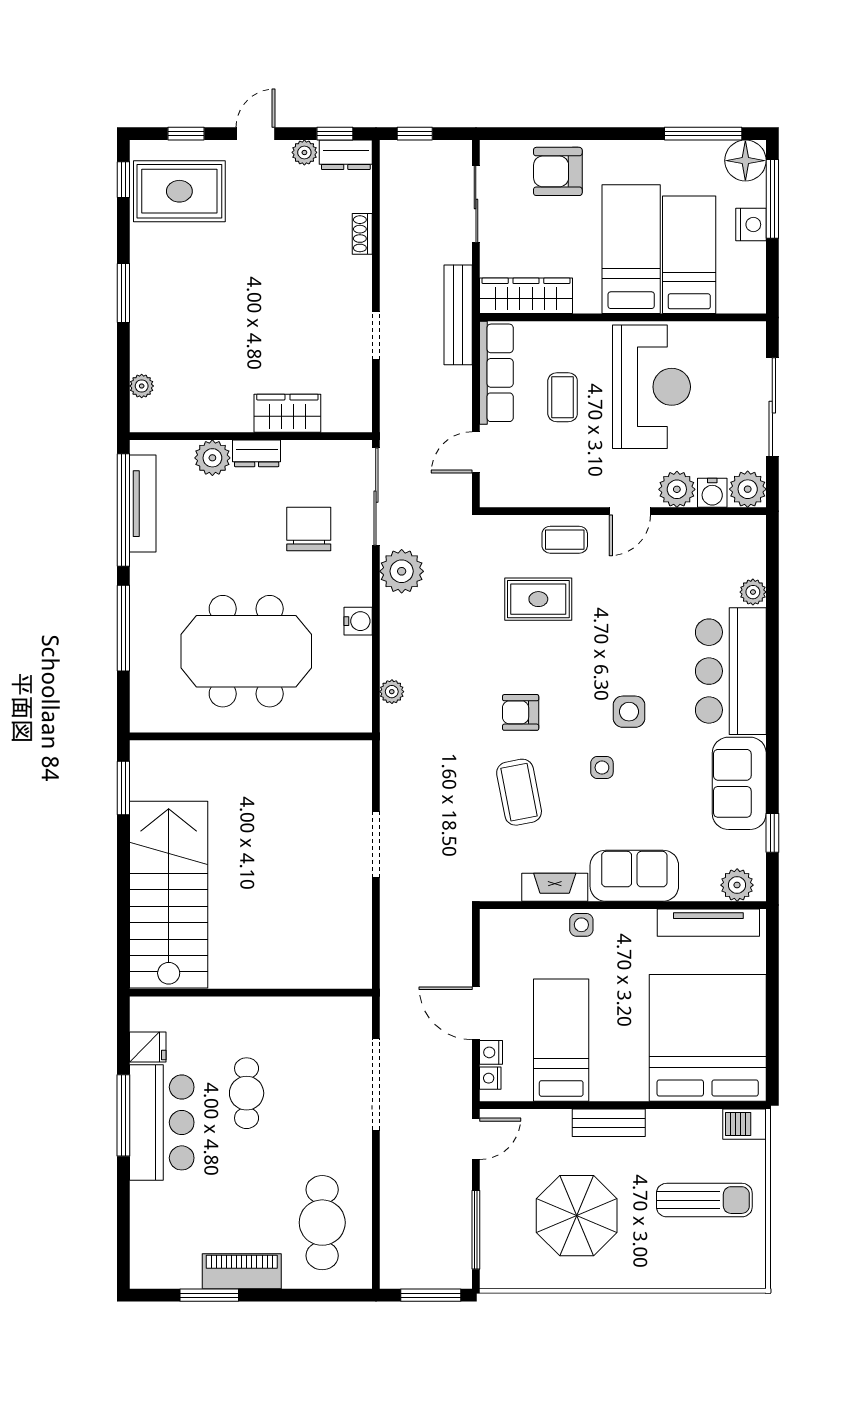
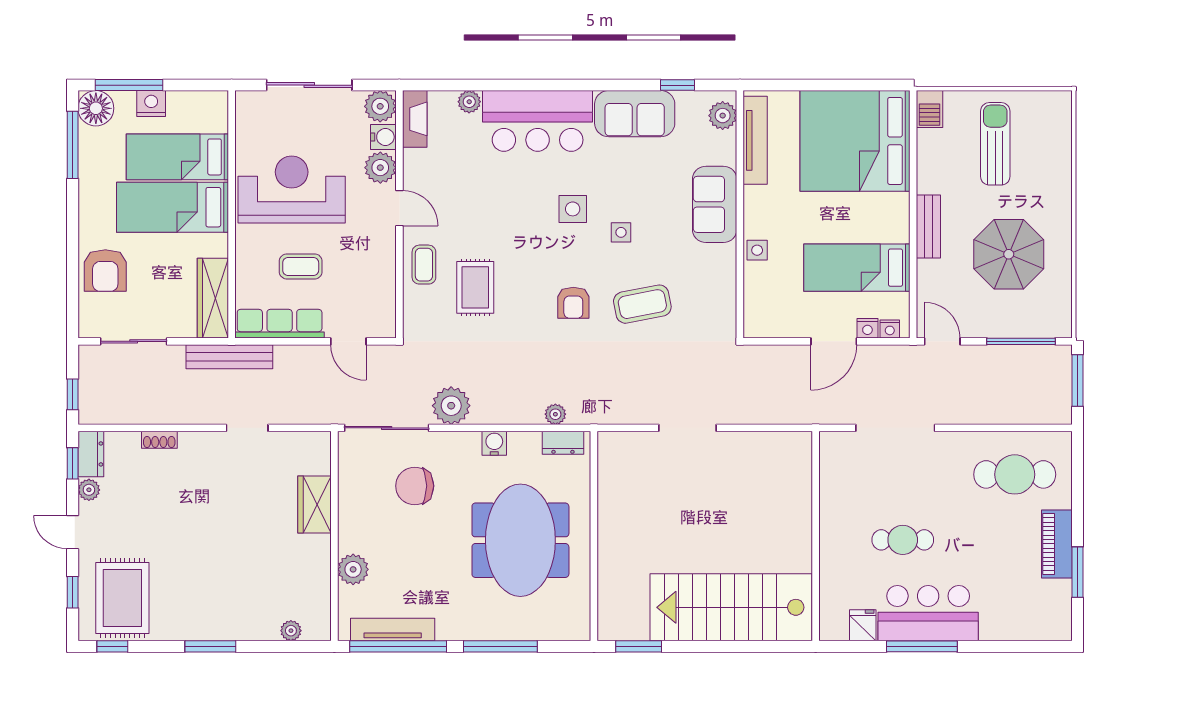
dresser: (257, 453) -> (563, 443), moved, turned 90
fireplace: (555, 887) -> (415, 119), moved, turned 180

